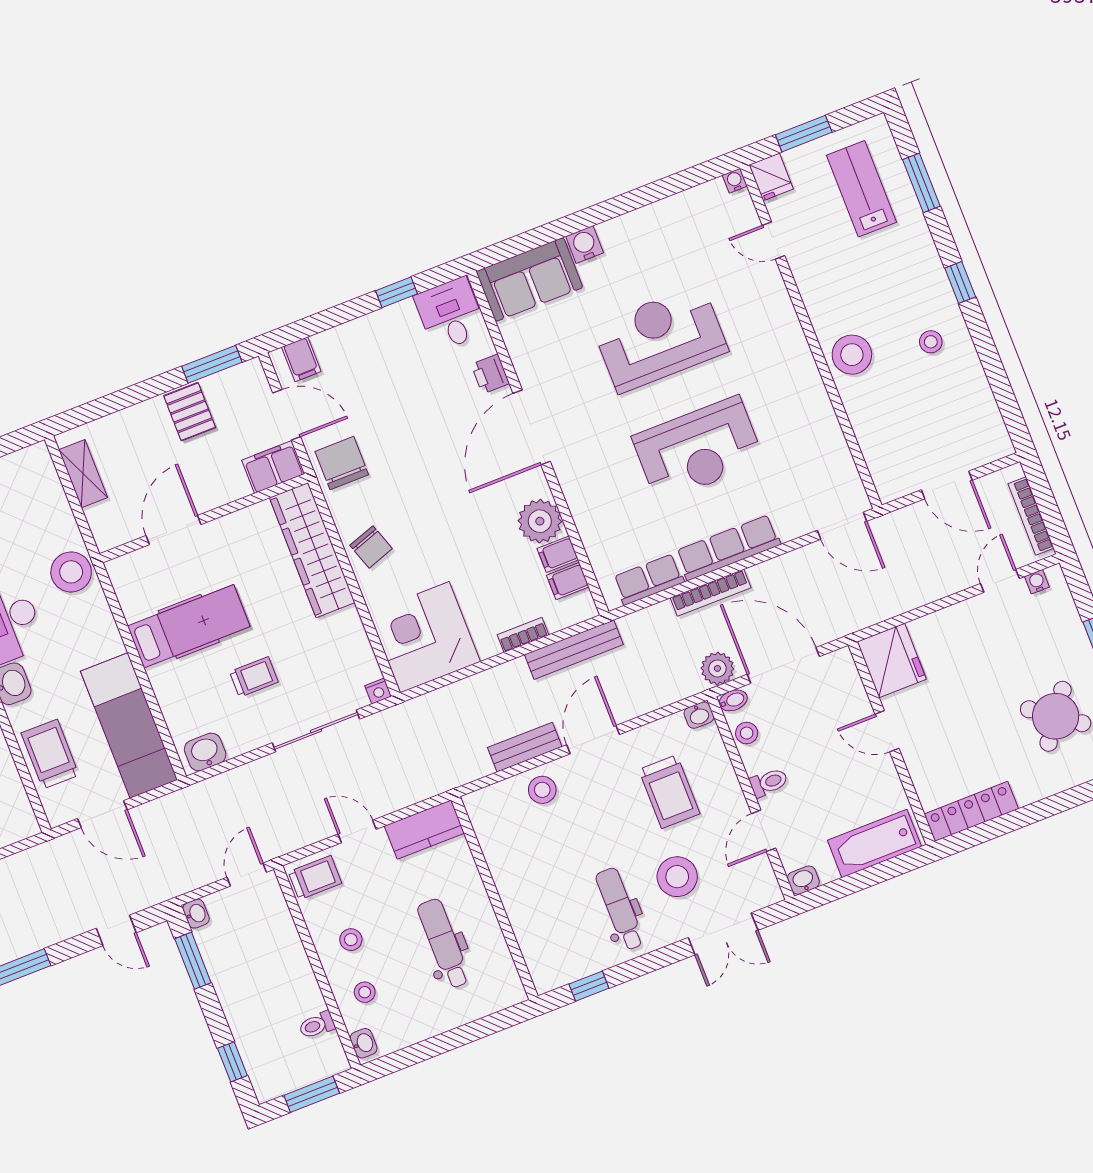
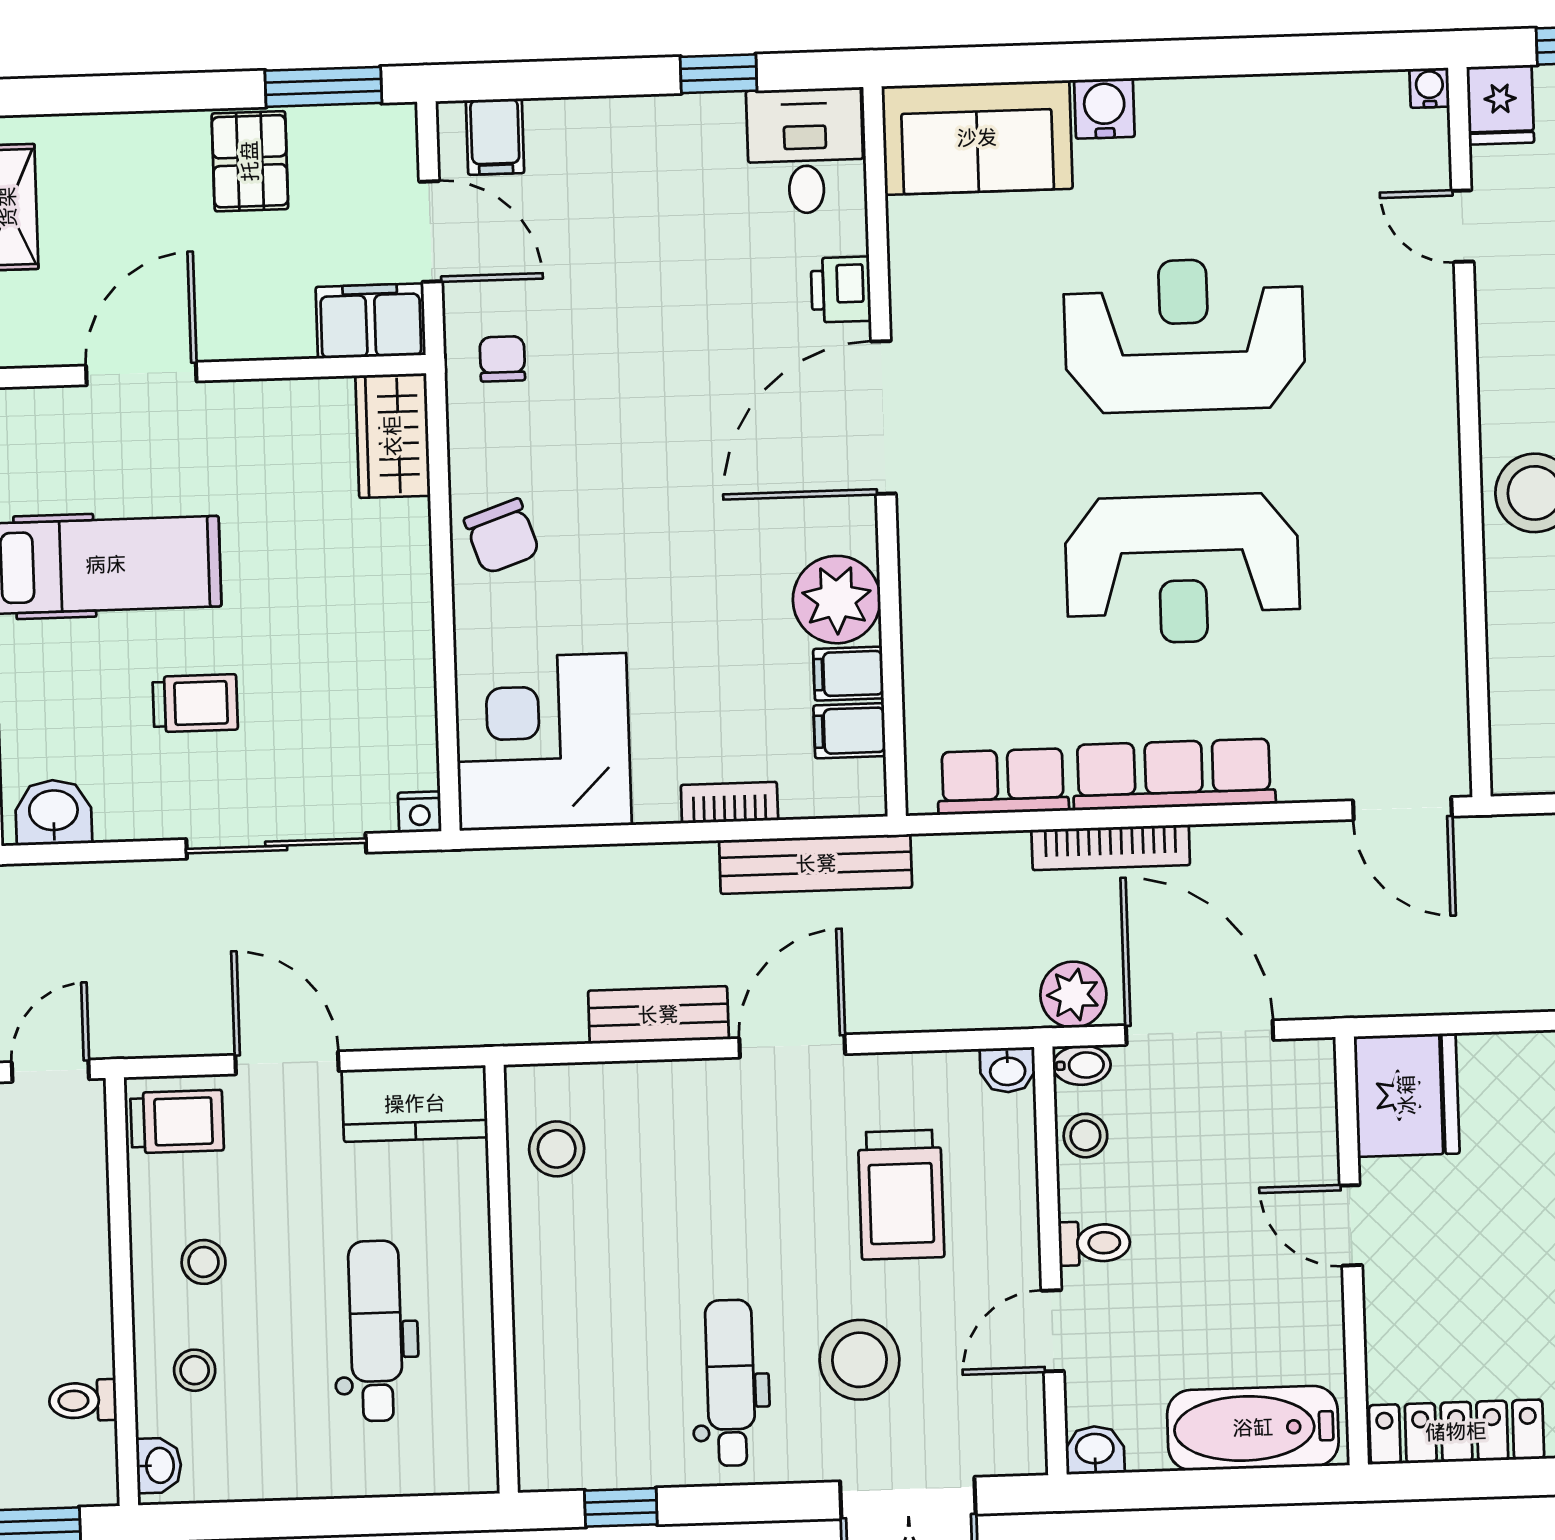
chair: (342, 463) -> (502, 359), width x0.54, depth x0.54
wardrobe: (312, 550) -> (393, 436), width x0.48, depth x0.85
stool: (542, 790) -> (557, 1149), moved
door: (357, 832) -> (287, 1063), width x1.37

